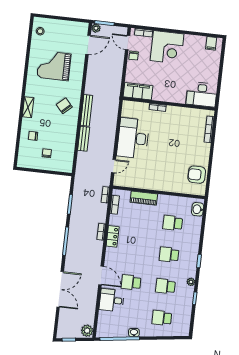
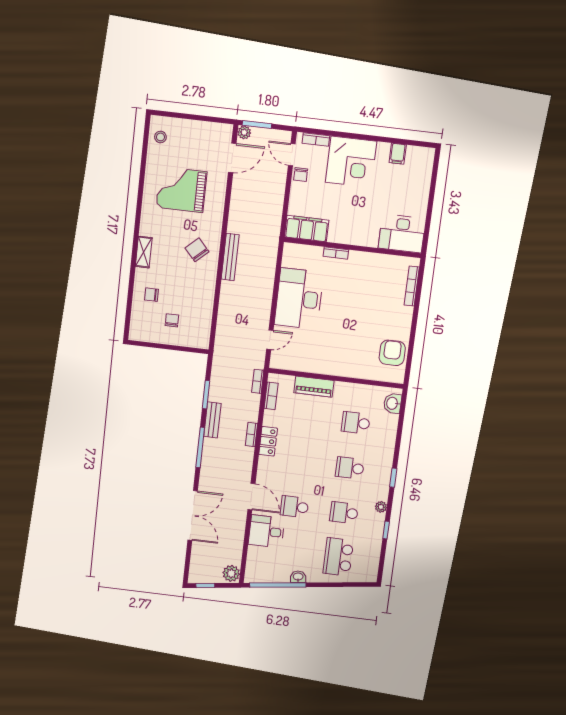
filing cabinet: (211, 43) -> (398, 154), moved
bench: (84, 139) -> (212, 420), moved
armchair: (197, 175) -> (392, 353), turned 90
school desk: (162, 318) -> (338, 557), width x1.85

